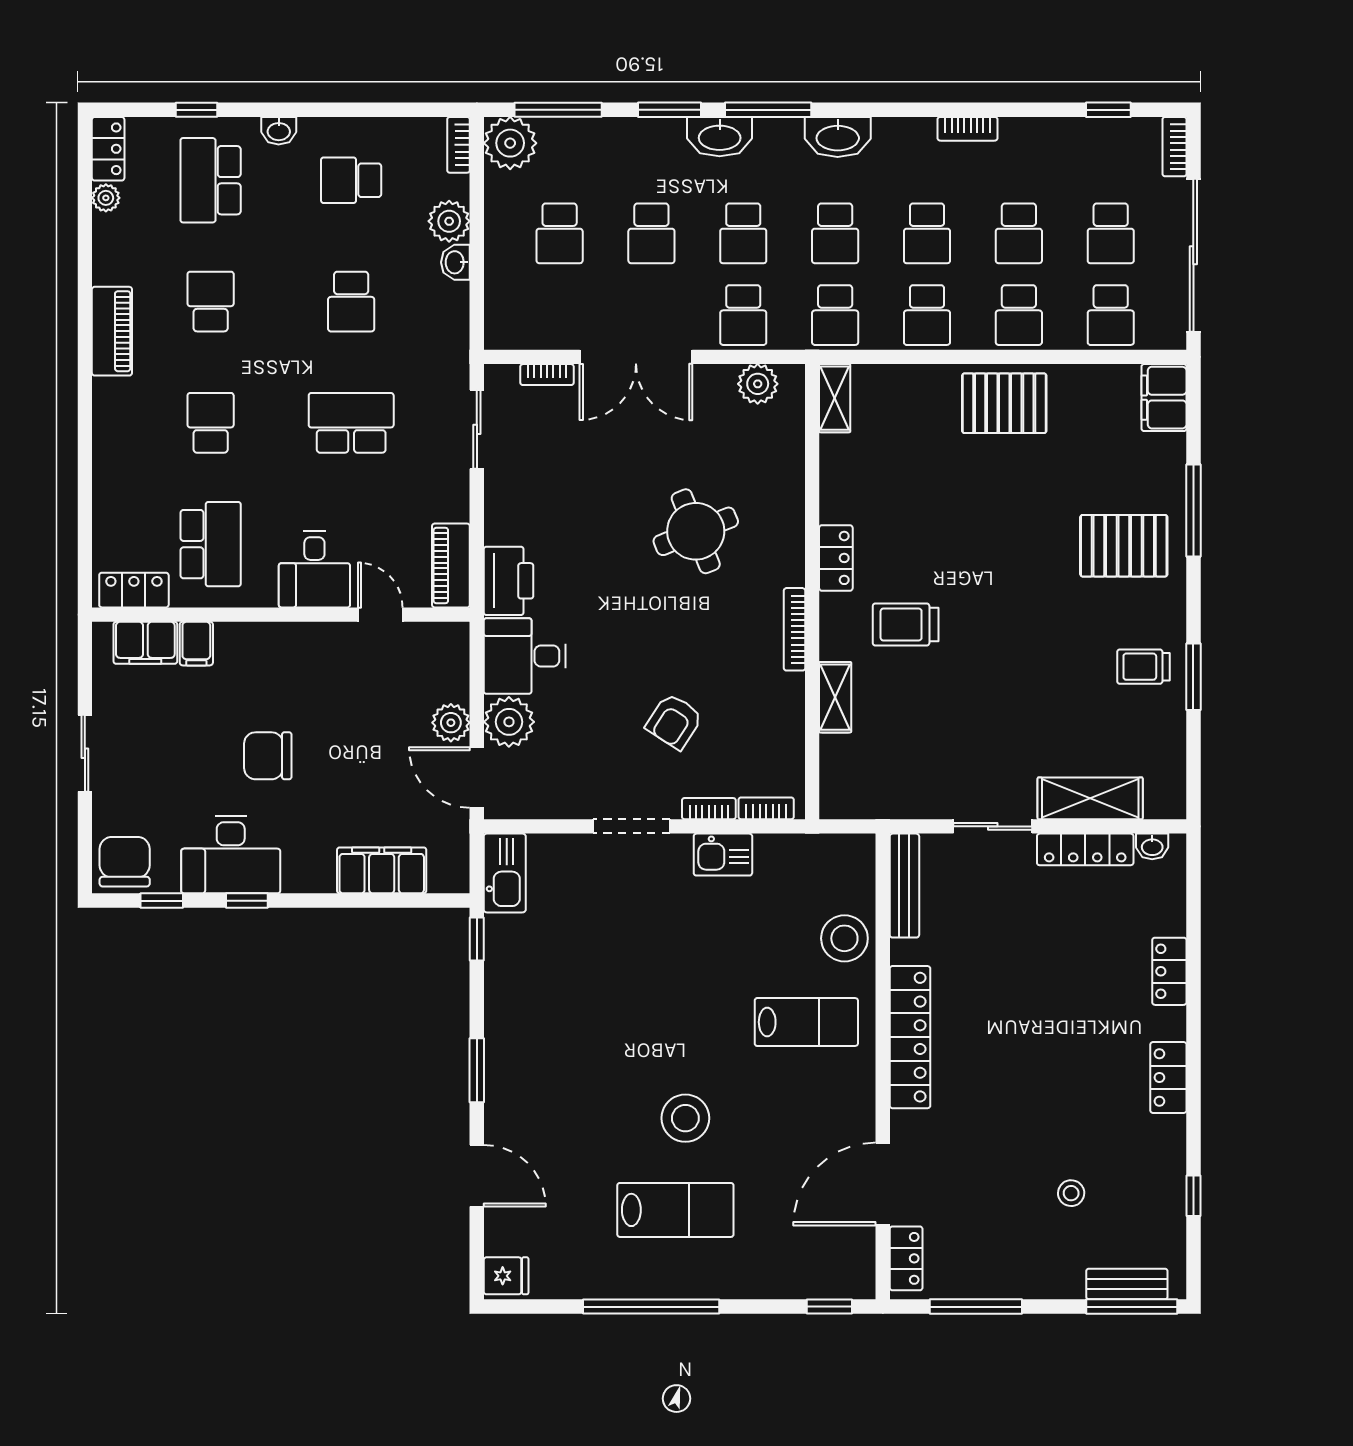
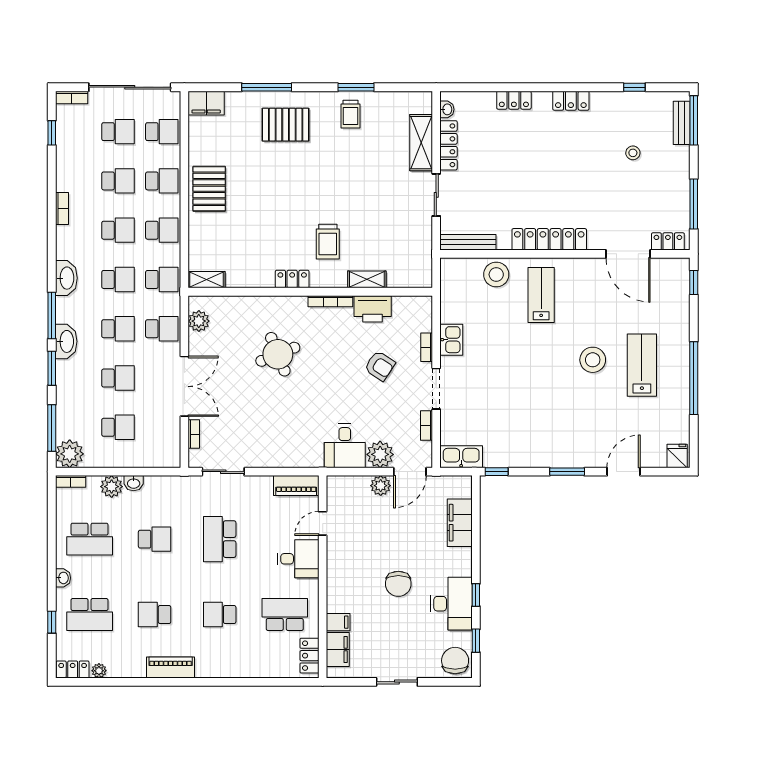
school desk: (351, 180) -> (90, 539), width x1.85
pallet: (1124, 546) -> (286, 125), turned 90
printer: (509, 581) -> (373, 309), moved, turned 180
bookcase: (766, 808) -> (426, 425), moved
chair: (125, 862) -> (455, 661), turned 90

